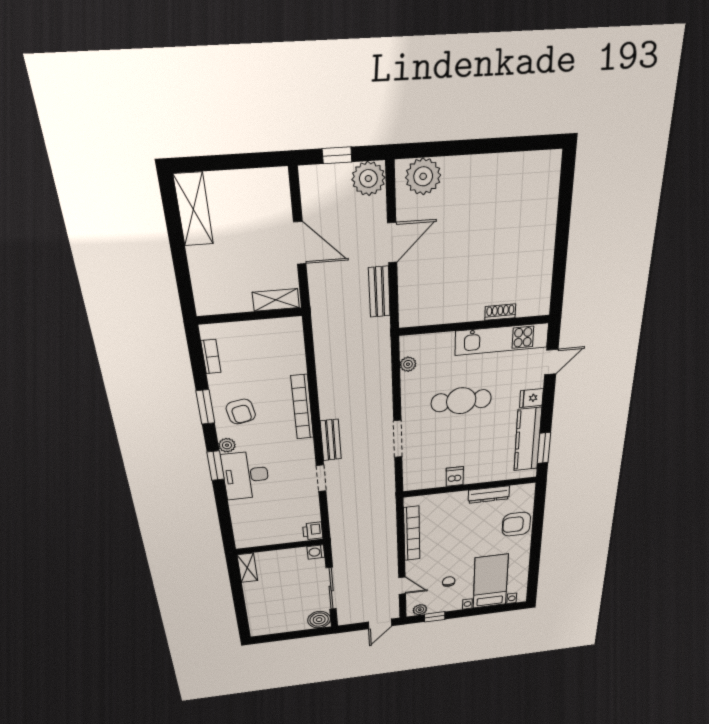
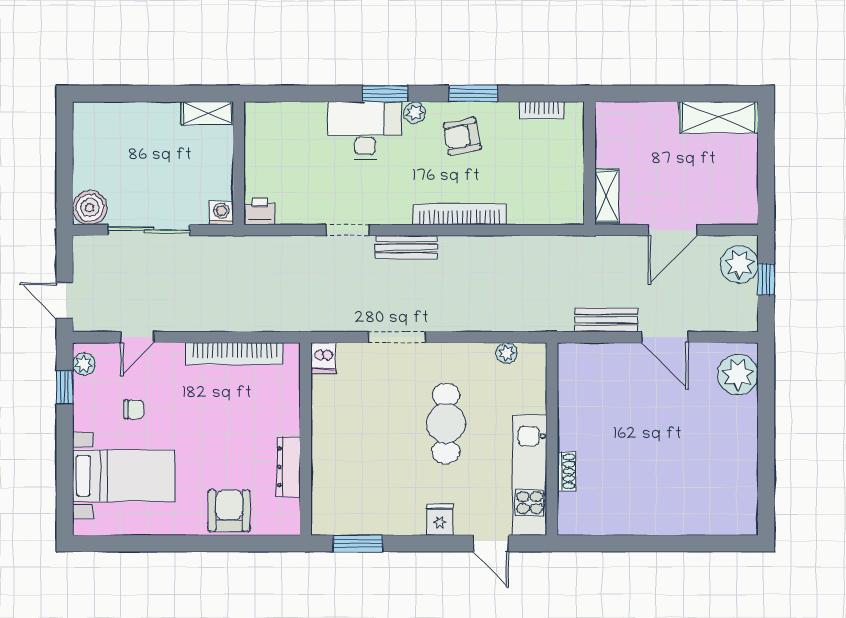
plant: (368, 179) -> (739, 264), moved
kitchen counter: (528, 439) -> (375, 519), removed
dishwasher: (455, 476) -> (323, 358), moved, turned 90

